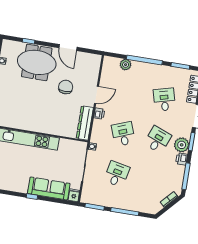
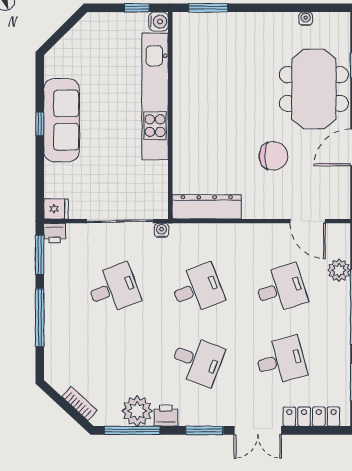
desk: (130, 94) -> (281, 289), added
door: (96, 95) -> (308, 221), moved
printer: (99, 113) -> (55, 233), moved
plant: (182, 145) -> (137, 411), moved
desk: (117, 174) -> (114, 289), turned -33
sofa: (49, 188) -> (62, 120), moved

